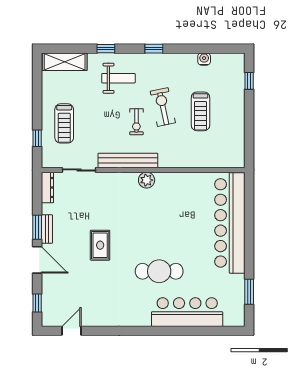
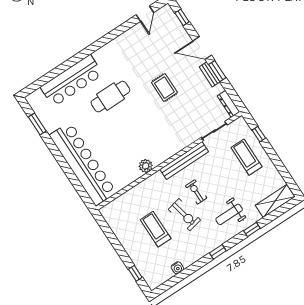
plant: (147, 180) -> (146, 166), moved

